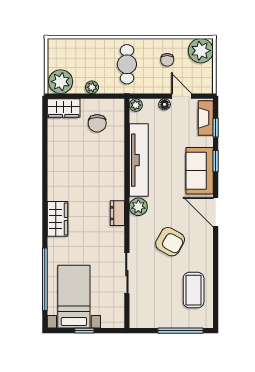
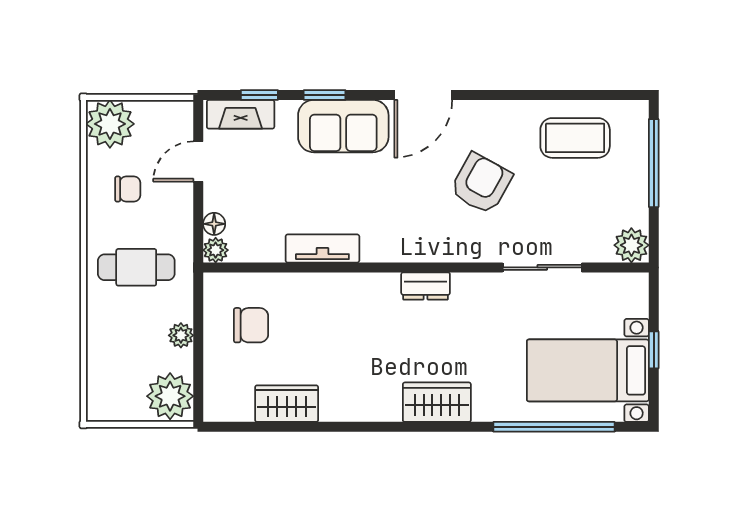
floor lamp: (165, 104) -> (214, 224), moved
wardrobe: (64, 108) -> (287, 404), moved, turned -90
tv unit: (139, 160) -> (322, 248), width x0.52, depth x0.78
plant: (138, 207) -> (631, 245), moved

